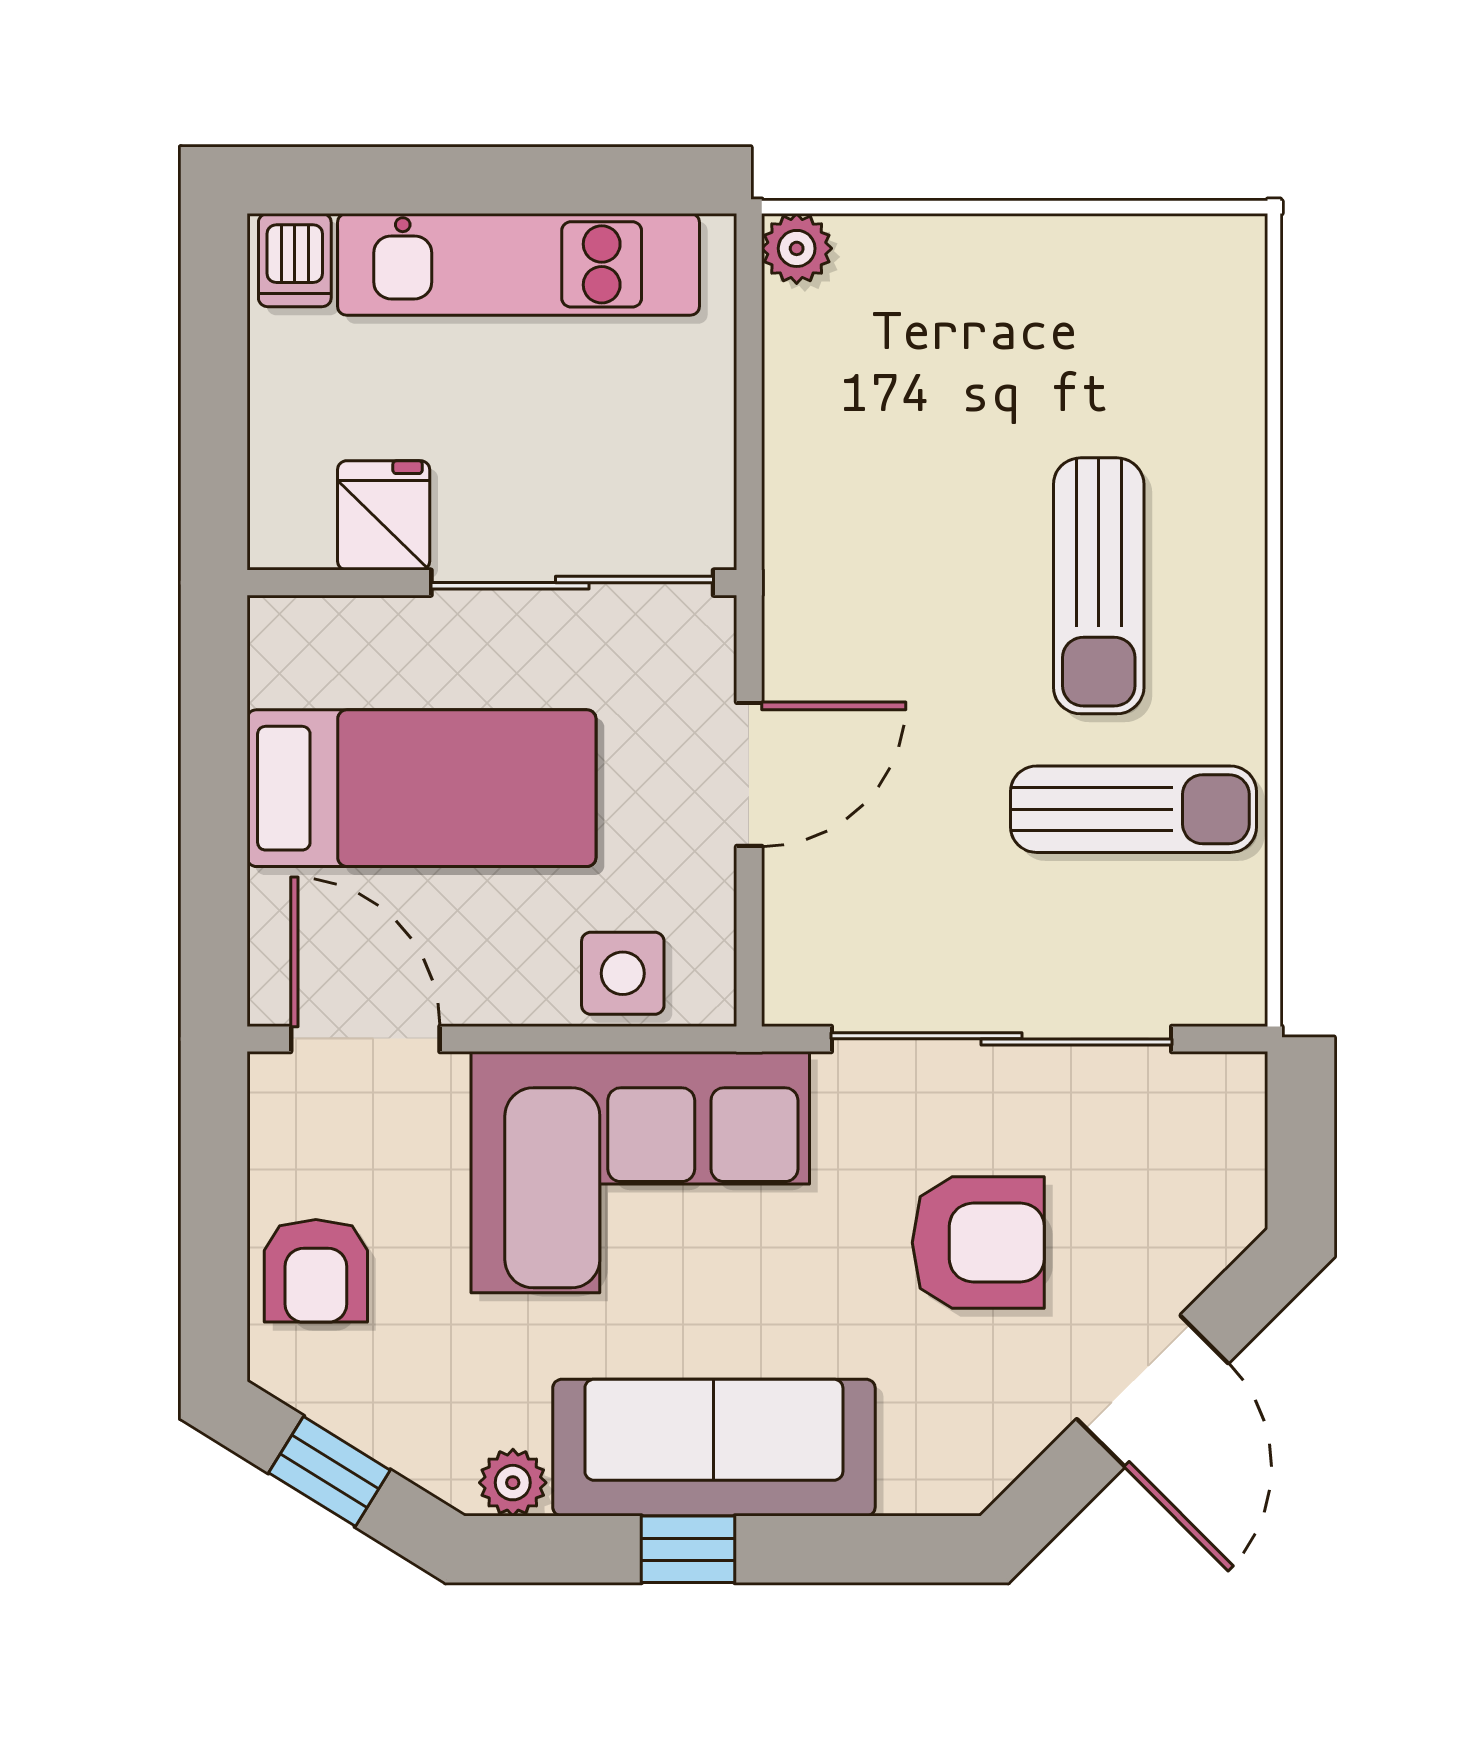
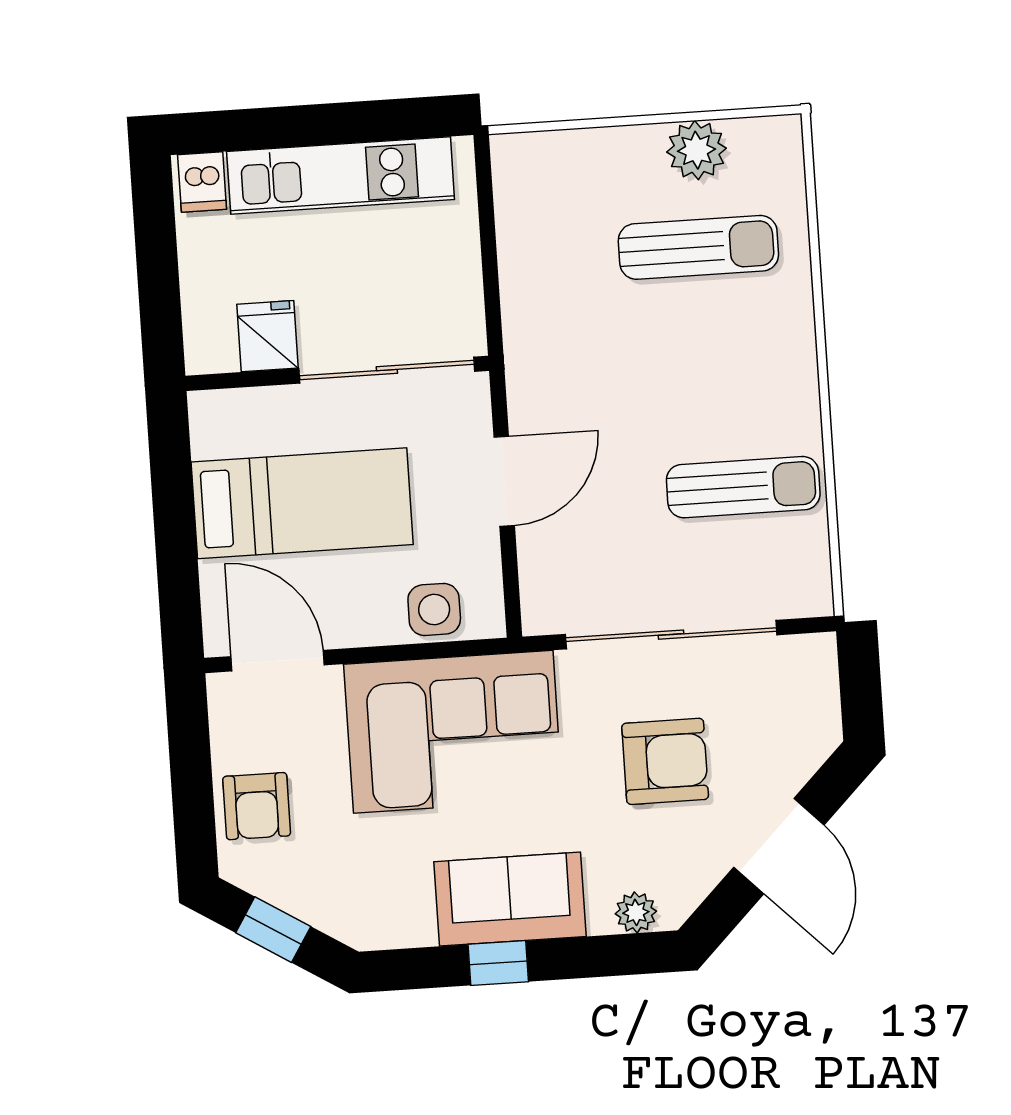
plant: (797, 248) -> (697, 150), moved, width x1.38, depth x1.38
sun lounger: (1099, 586) -> (698, 247), moved, turned -90
sofa: (714, 1448) -> (510, 899), width x0.73
plant: (513, 1483) -> (636, 912), moved

